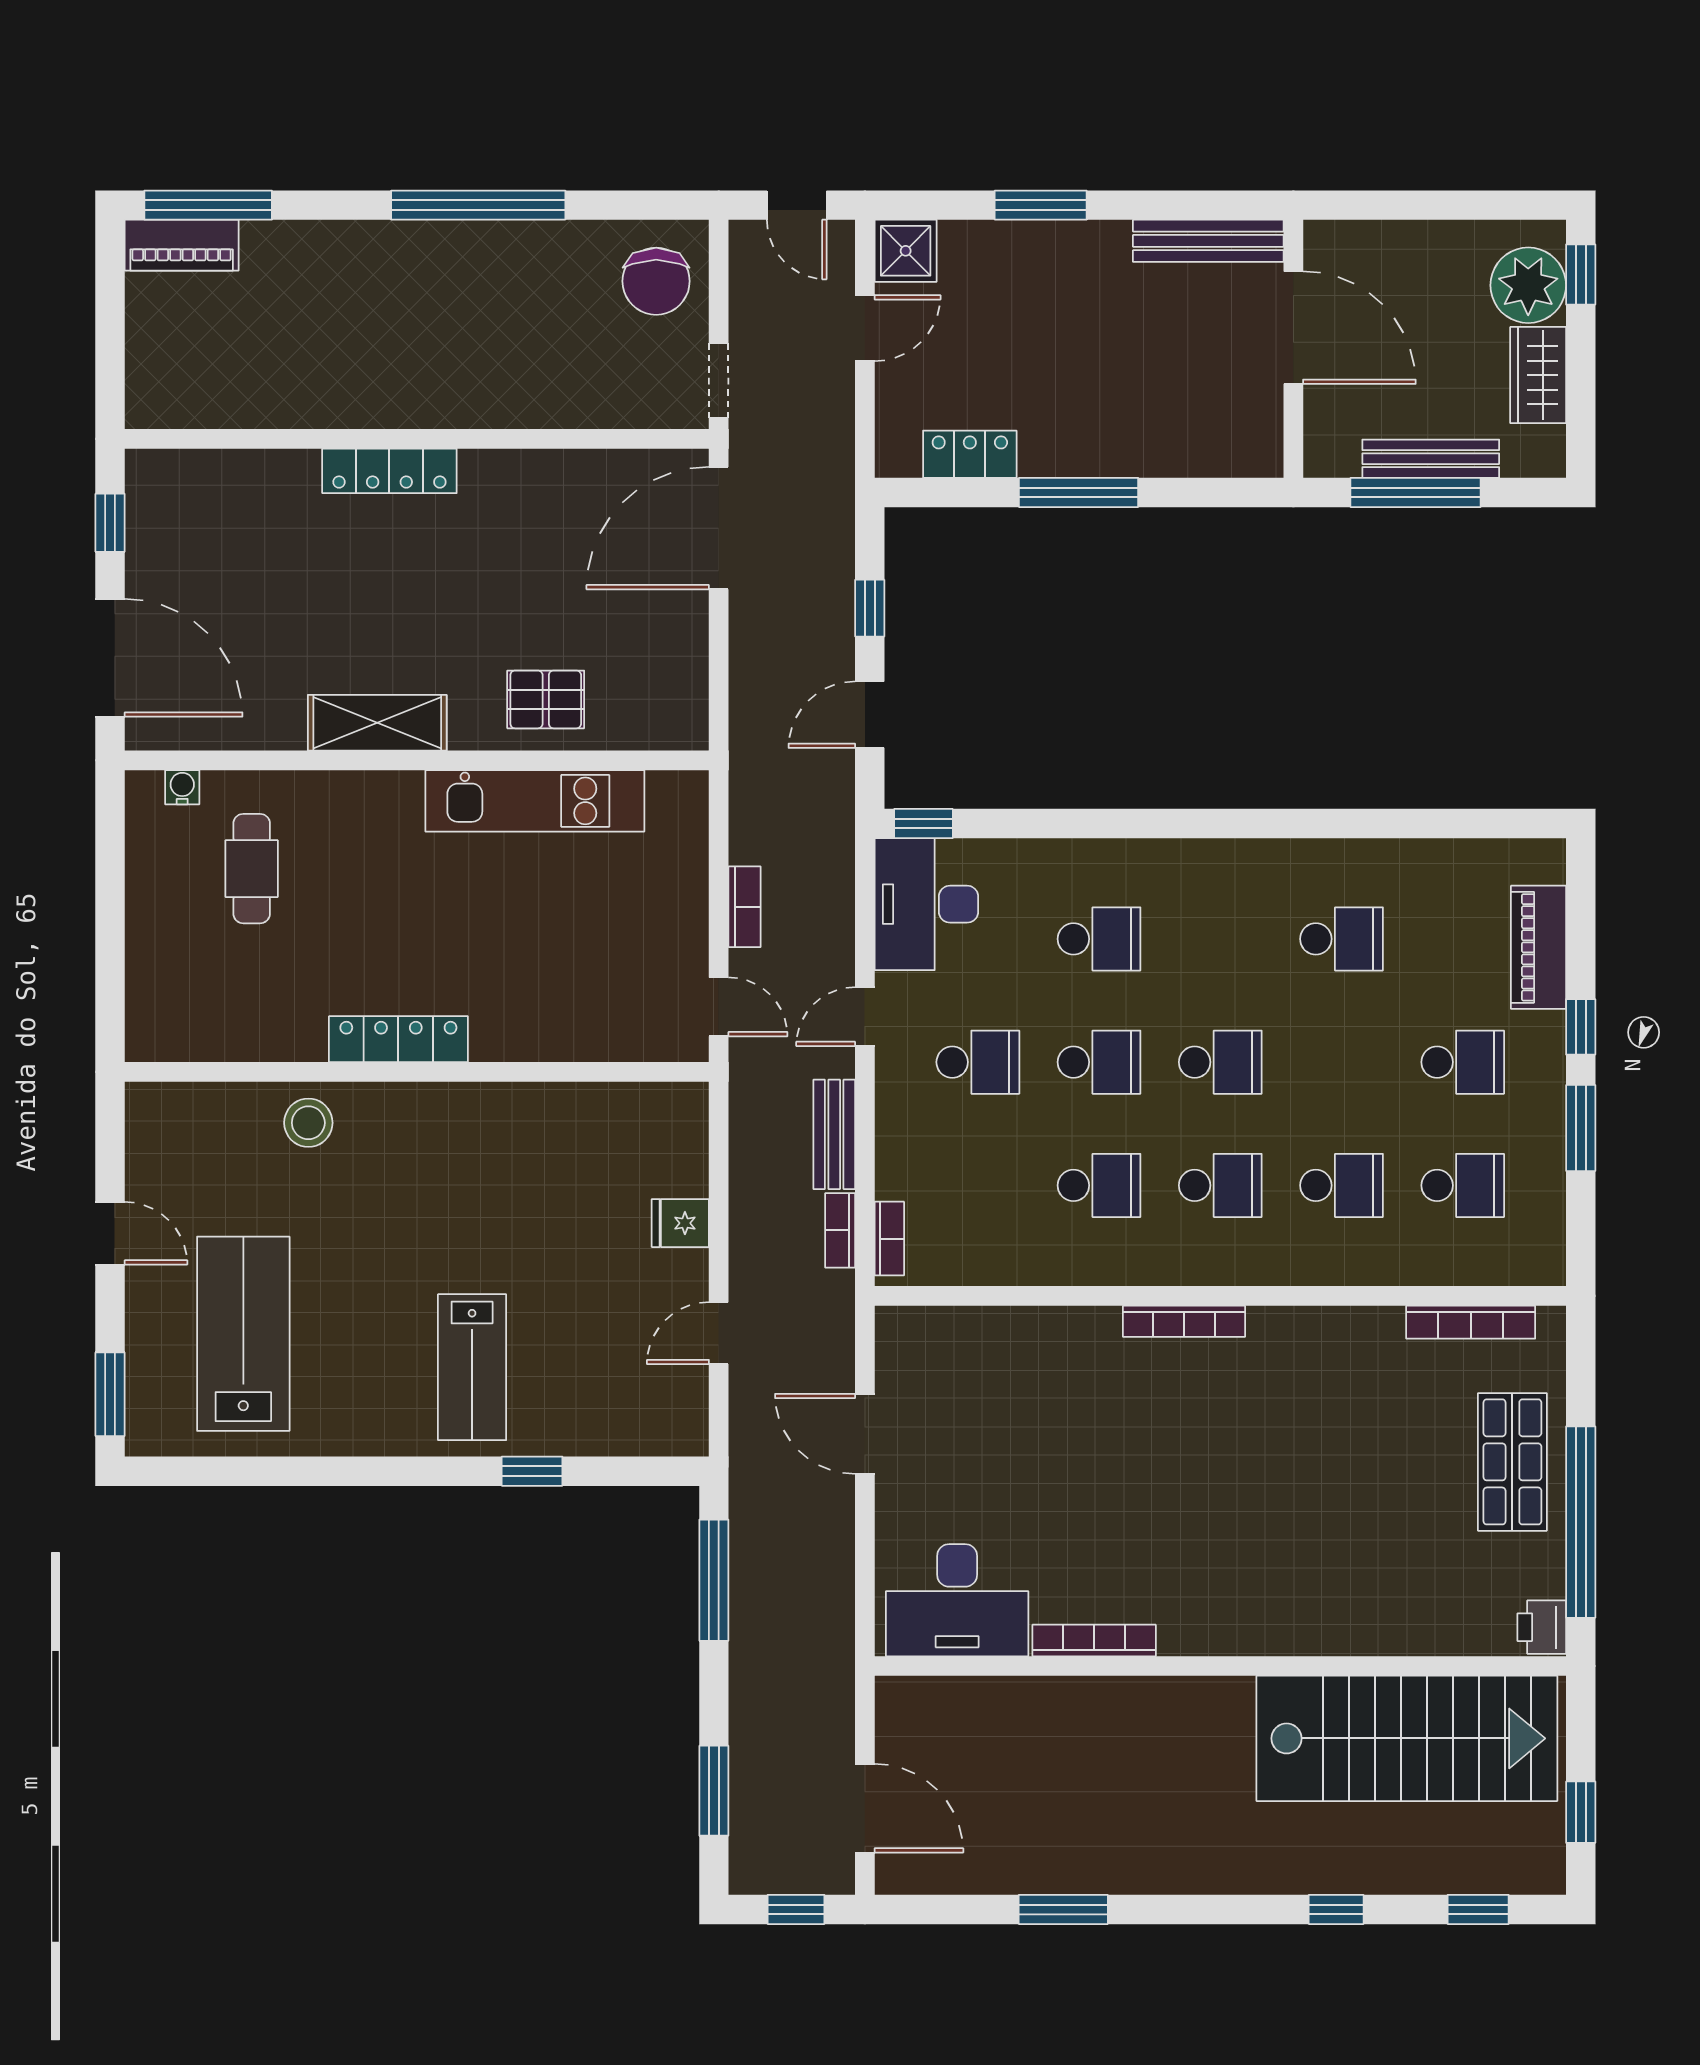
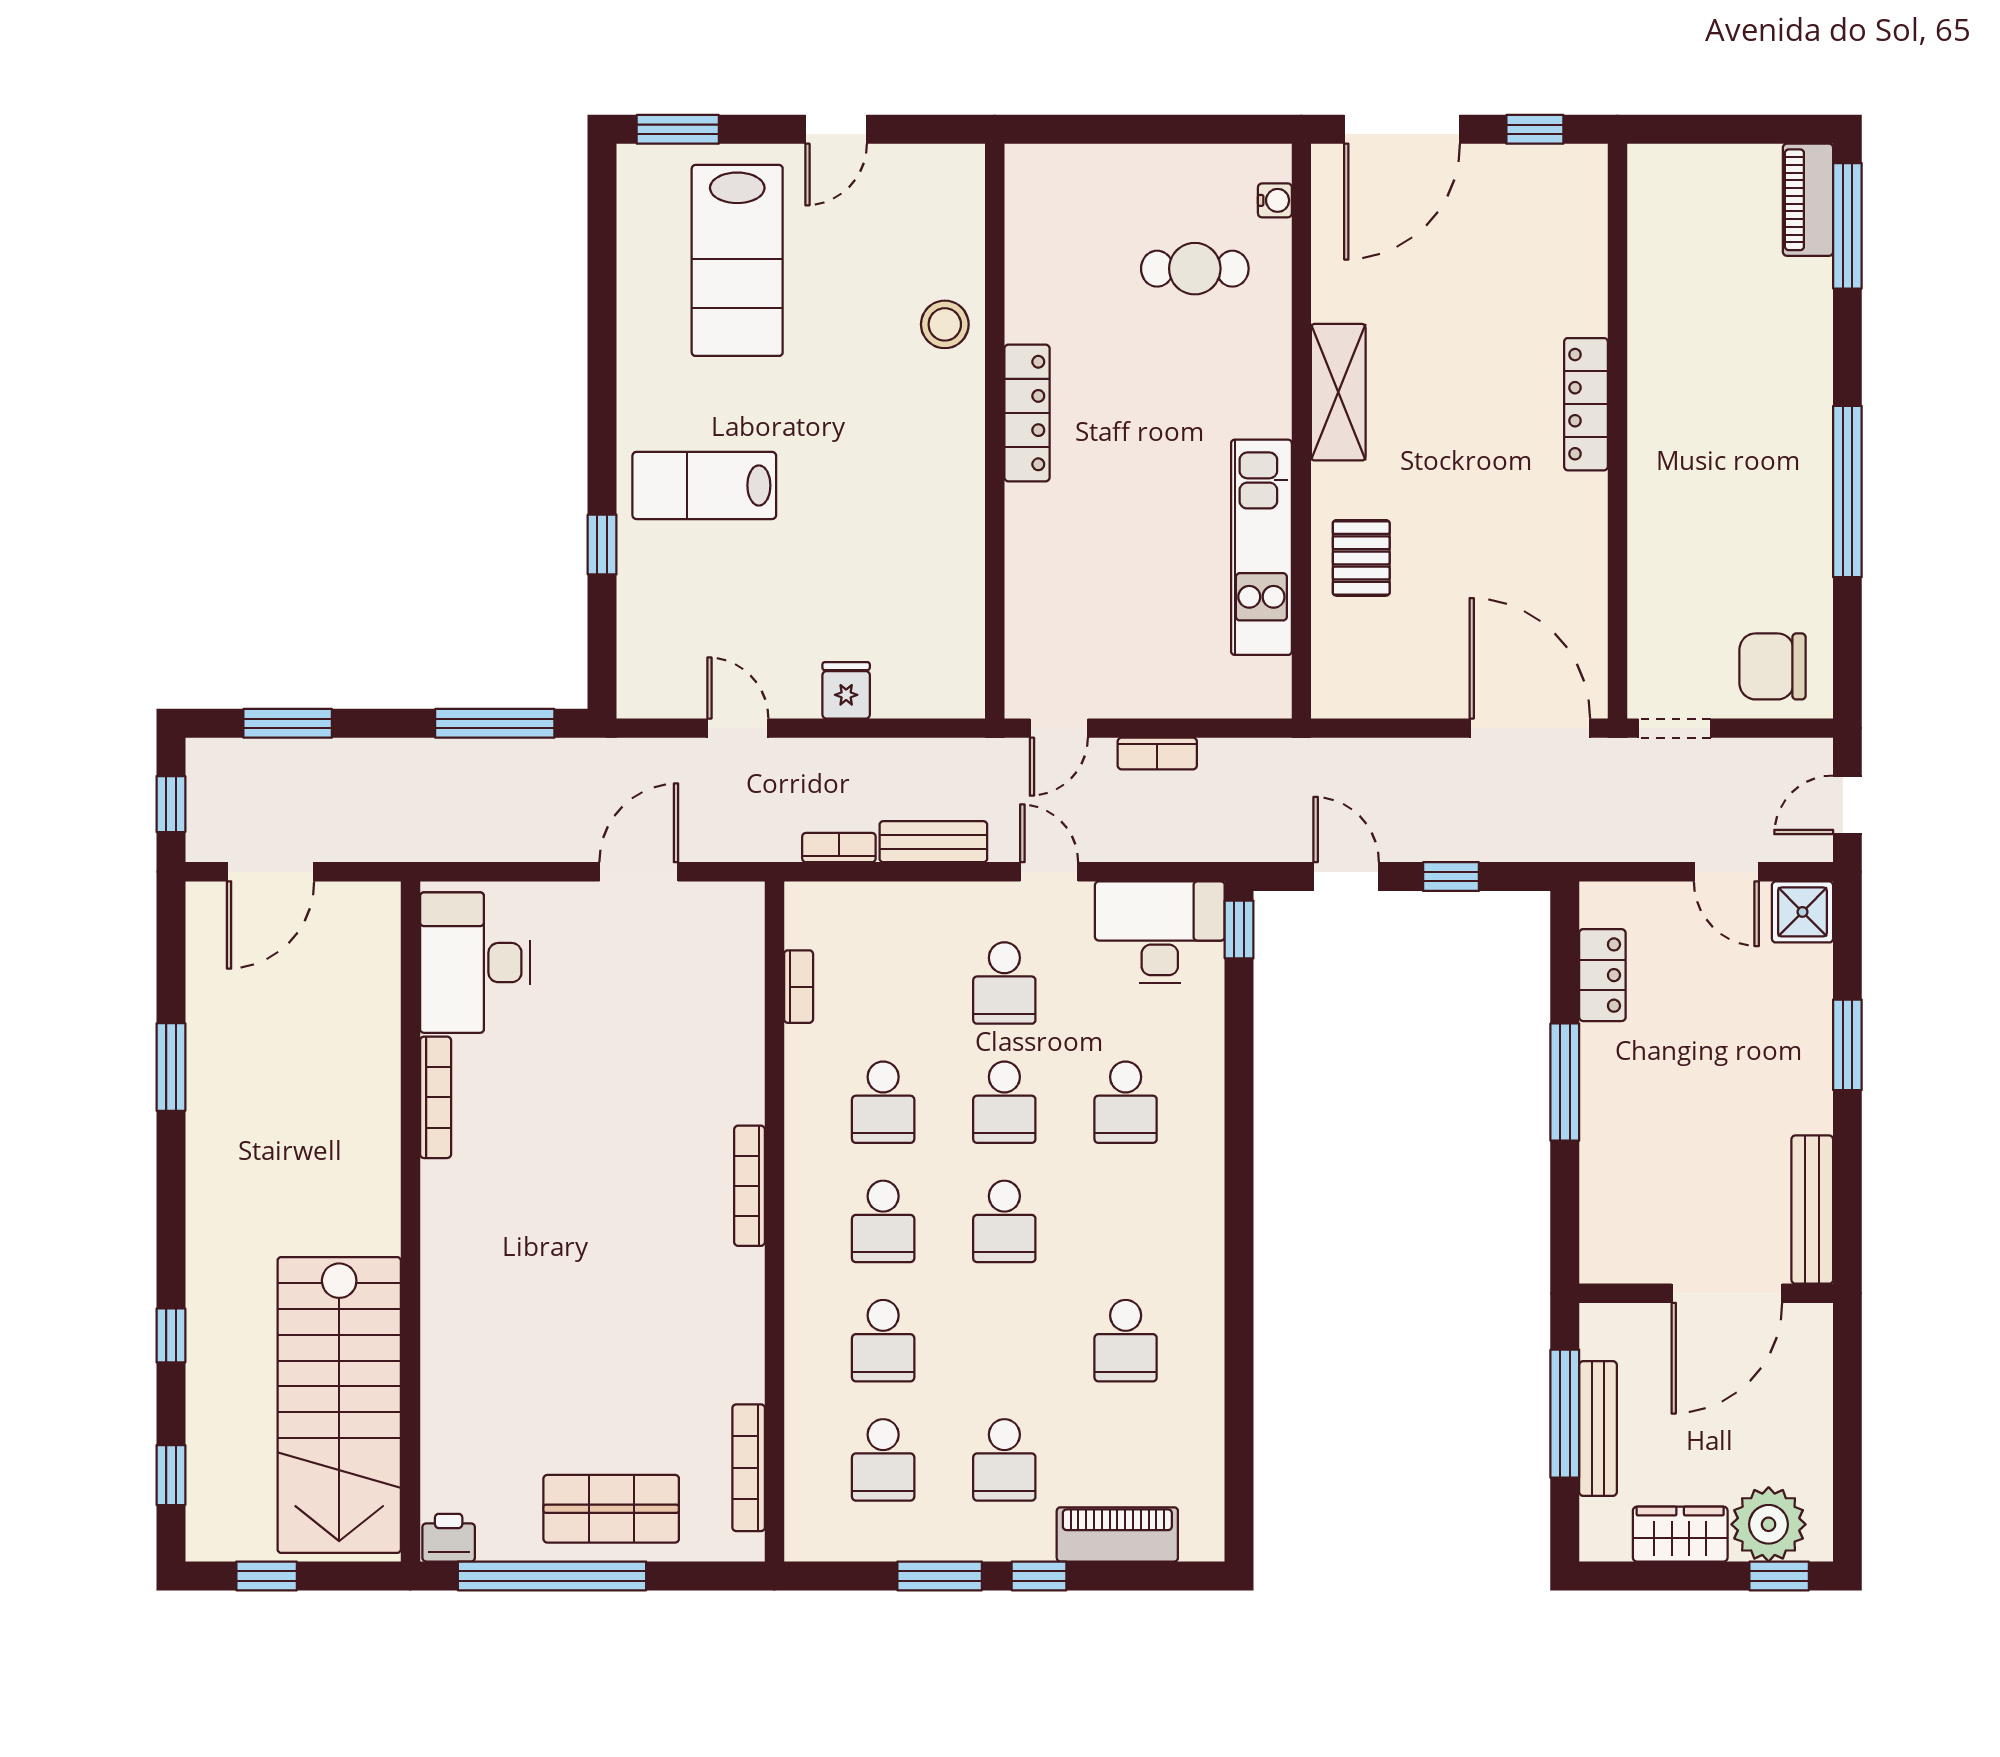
bookcase: (889, 1239) -> (799, 987), moved, turned -90
lab bench: (243, 1334) -> (737, 260), turned 90

